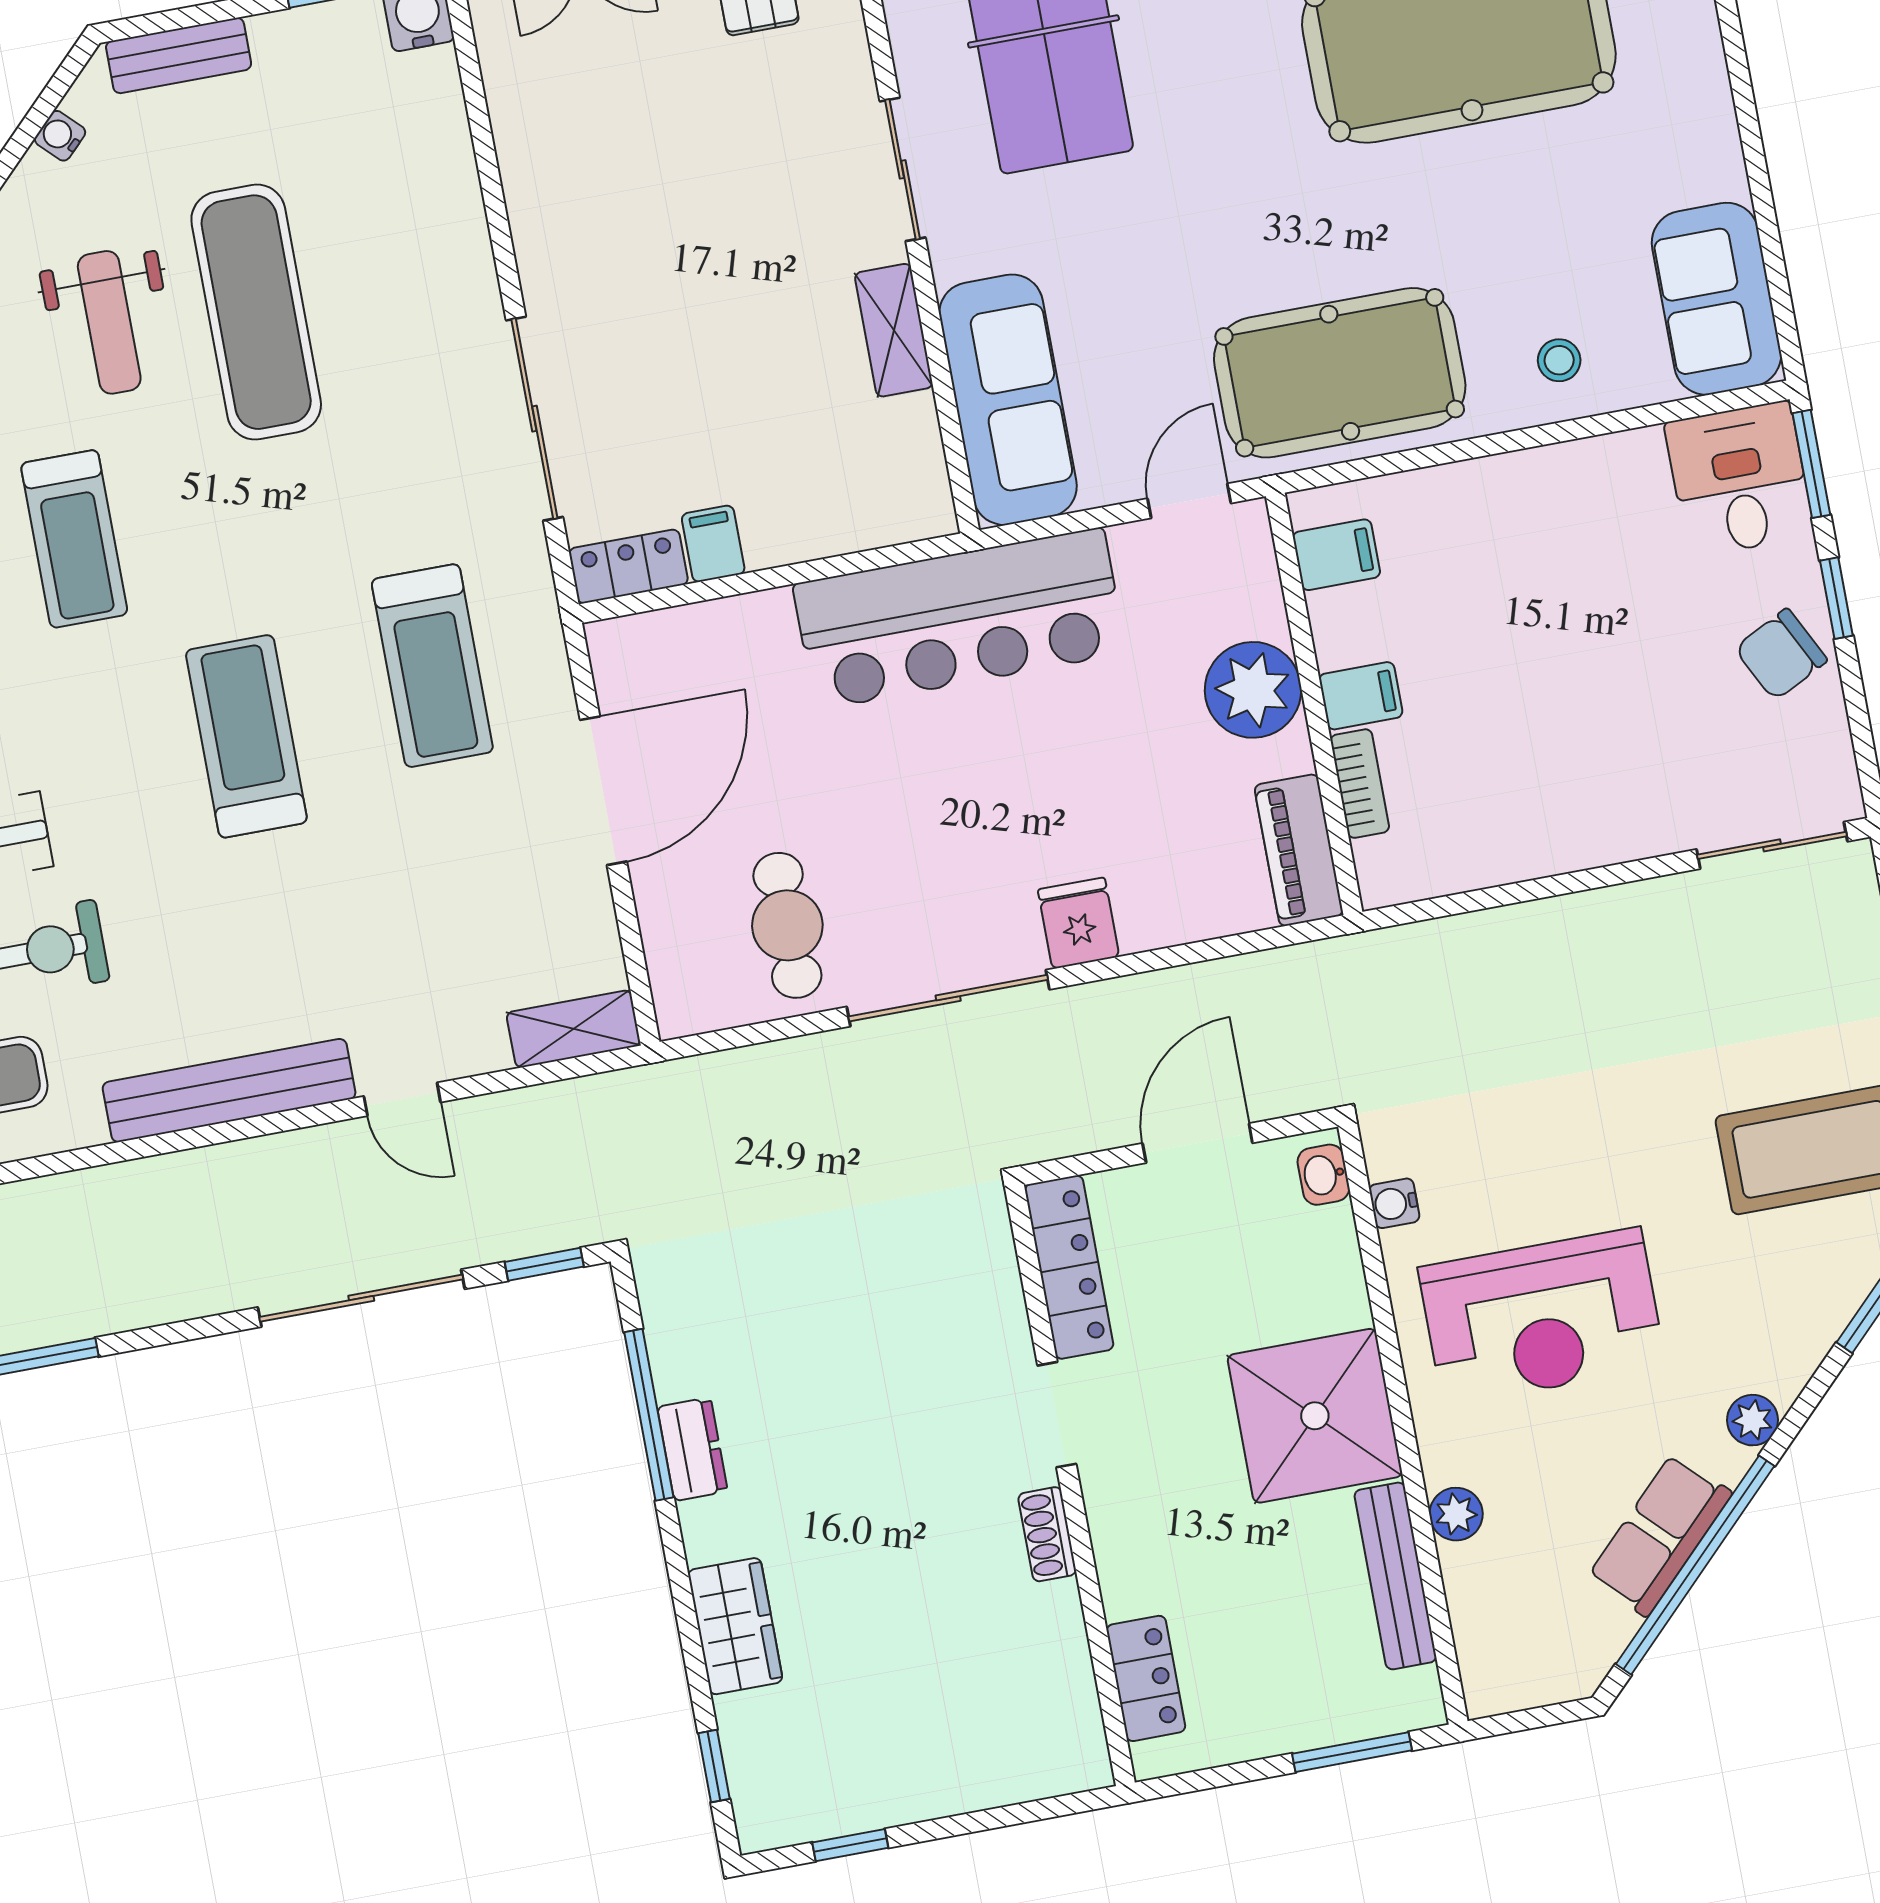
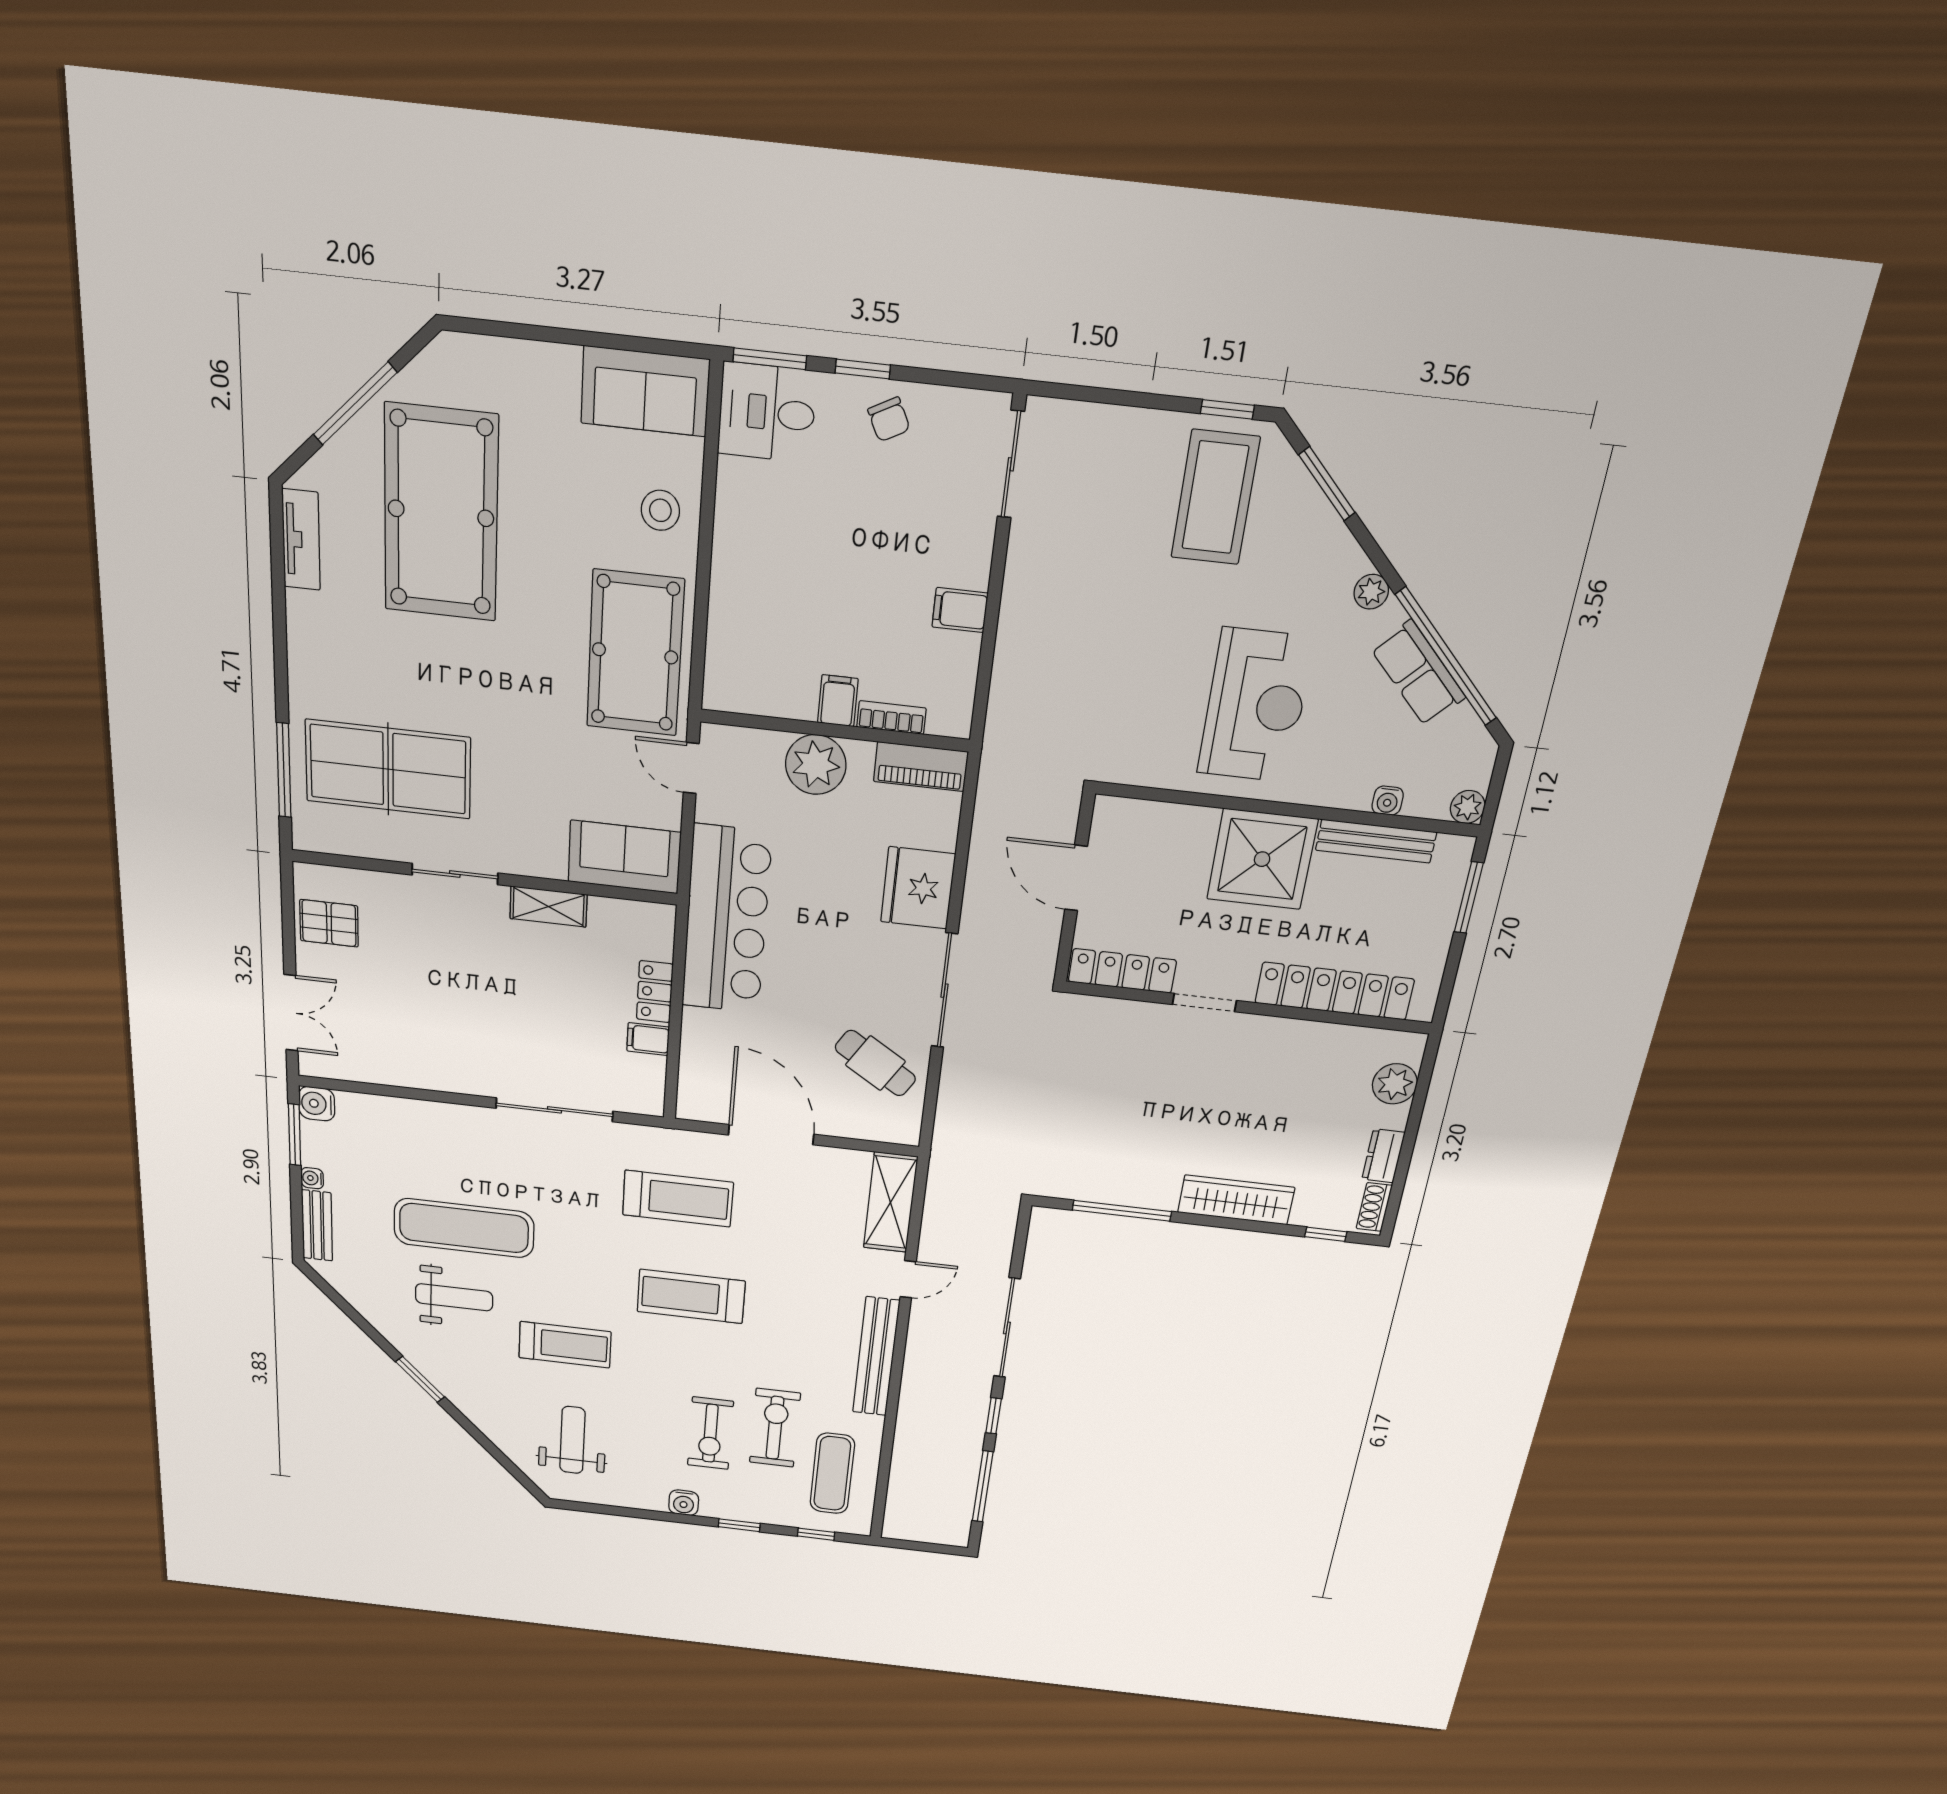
water cooler: (60, 136) -> (312, 1178), moved, turned 45
stool: (1559, 360) -> (660, 510), width x1.37, depth x1.37
sofa: (1008, 400) -> (624, 857), width x0.73
filing cabinet: (1336, 555) -> (960, 610), moved, turned -90
locker: (628, 566) -> (655, 992), moved
chair: (1781, 654) -> (889, 419), width x0.73, depth x0.73
fridge: (1078, 923) -> (918, 888), width x1.88, depth x1.34
cafe table: (787, 925) -> (875, 1063), turned 32
shelving: (573, 1029) -> (890, 1202), width x1.50, depth x1.33
washbasin: (1323, 1175) -> (1121, 811), removed
water cooler: (1394, 1203) -> (1388, 801), moved
window: (544, 1264) -> (994, 1416), moved
dresser: (692, 1449) -> (1383, 1156), moved, turned -90
plant: (1456, 1514) -> (1468, 807), moved
shoe rack: (1047, 1534) -> (1374, 1207), moved, turned 90
wardrobe: (735, 1626) -> (1236, 1200), width x1.50
locker: (1146, 1678) -> (1334, 991), width x2.16, depth x1.21
plant: (1015, 1768) -> (1395, 1084), added
window: (850, 1845) -> (1399, 1180), removed

